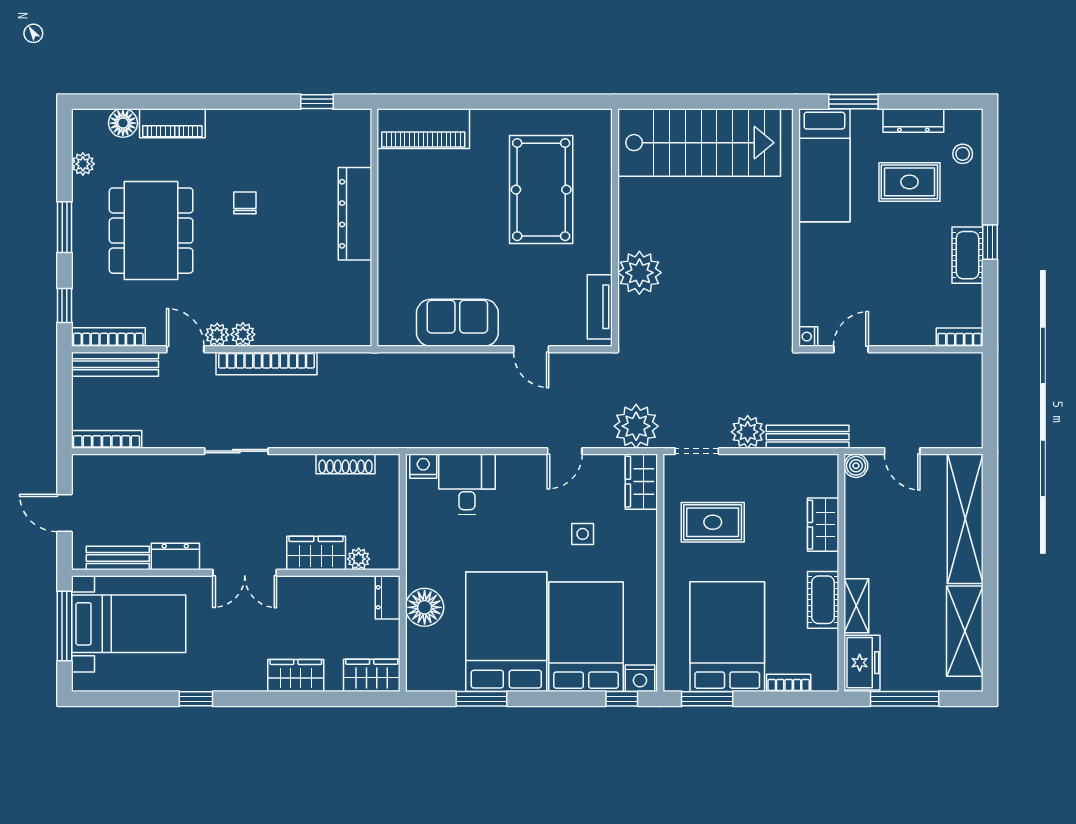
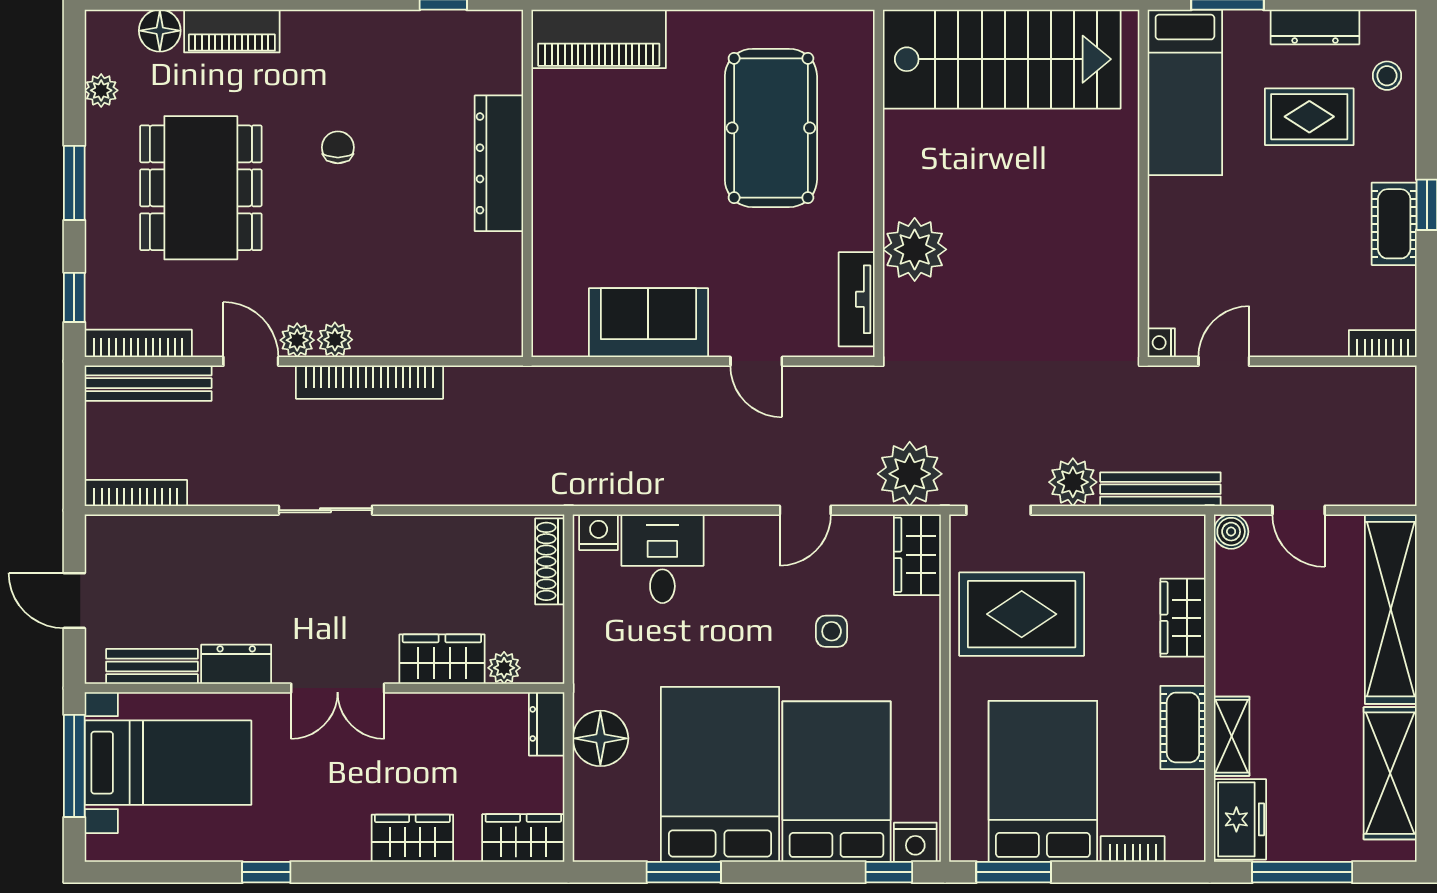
shoe rack: (346, 464) -> (550, 561), moved, turned 90
rug: (713, 522) -> (1022, 614), width x1.36, depth x1.43

